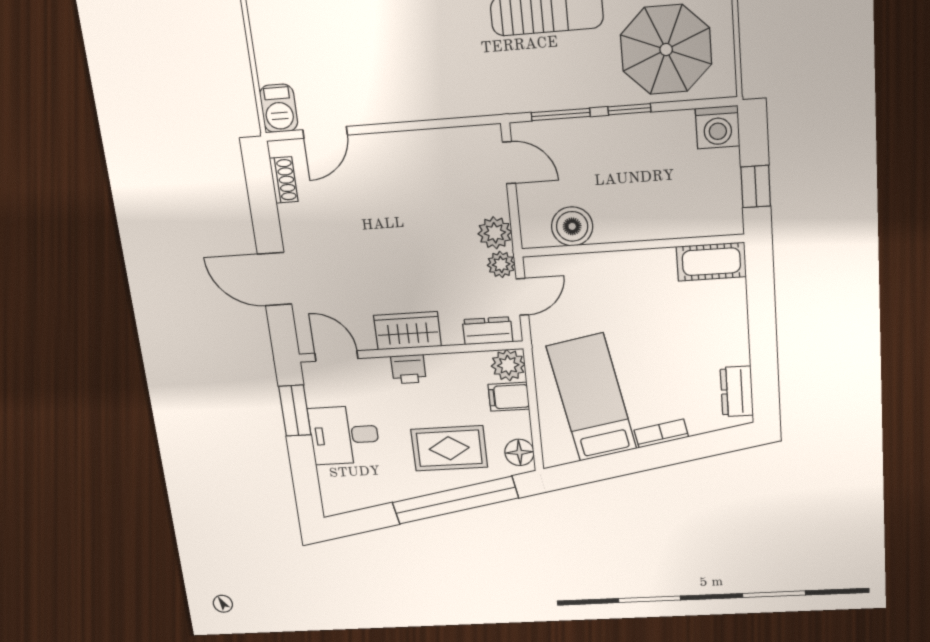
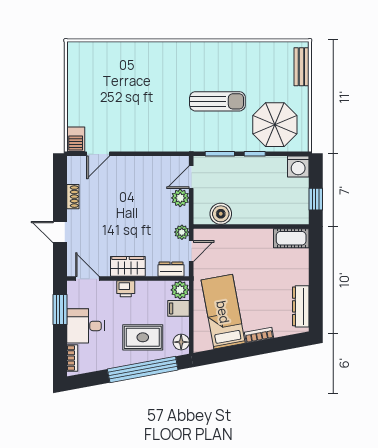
door: (509, 163) -> (191, 177), swing flipped
shoe rack: (284, 180) -> (73, 197), moved
plant: (495, 233) -> (180, 198), moved
door: (275, 279) -> (60, 232), width x0.73
dresser: (737, 391) -> (301, 306), width x1.44
bookcase: (328, 488) -> (72, 358), added

